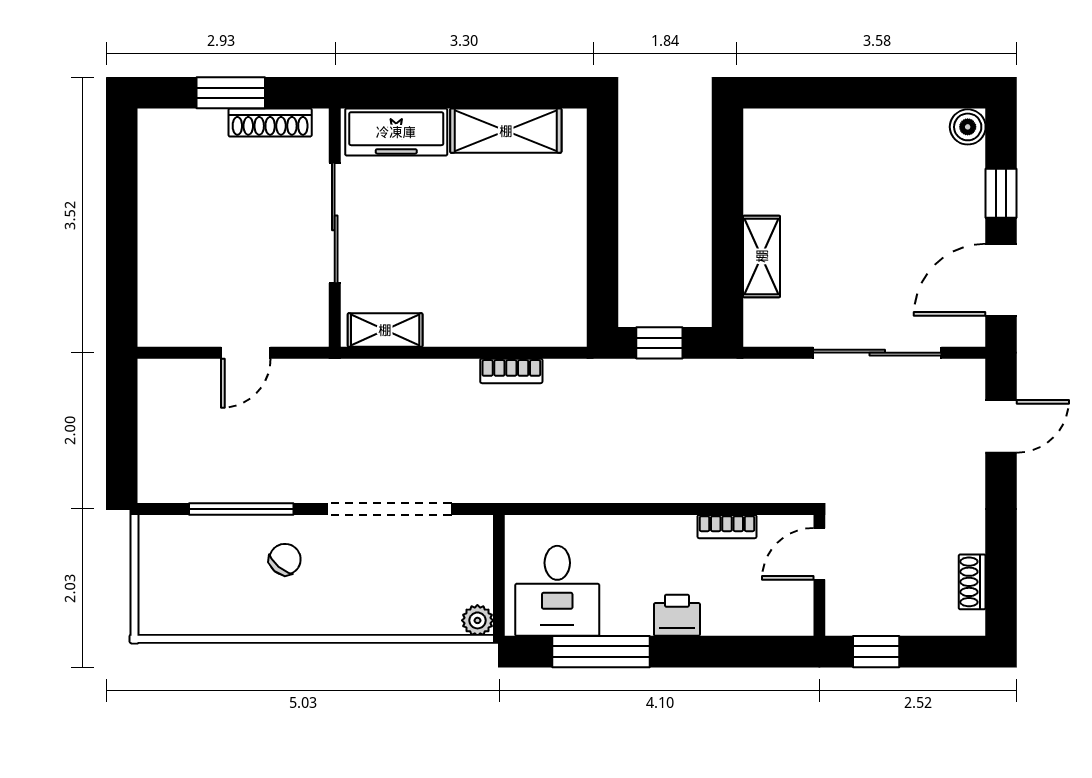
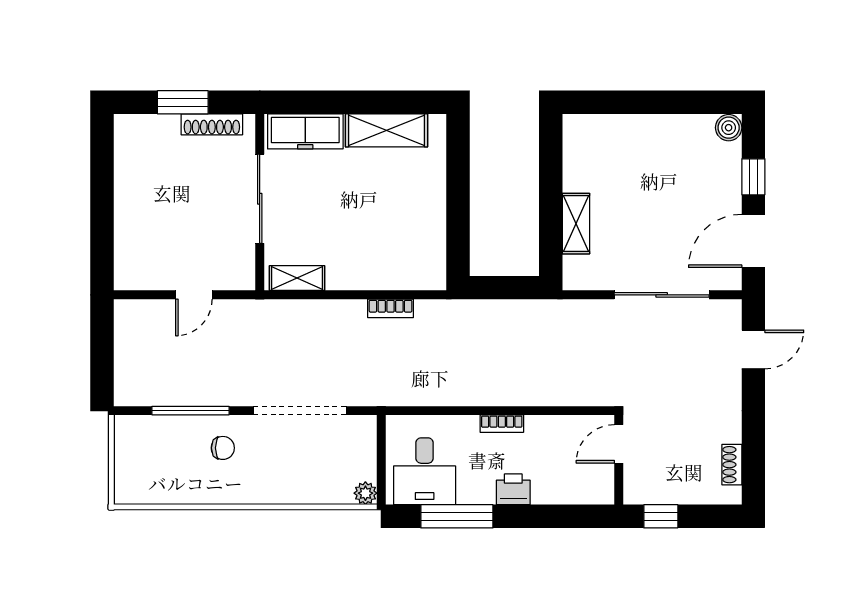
window: (659, 343) -> (500, 288), removed
bookcase: (727, 527) -> (502, 424), moved
chair: (285, 559) -> (223, 448), turned 50

